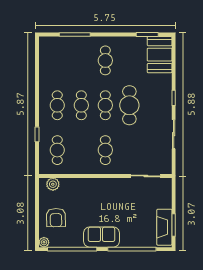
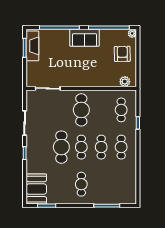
cafe table: (105, 150) -> (81, 110), width x1.37, depth x1.35

